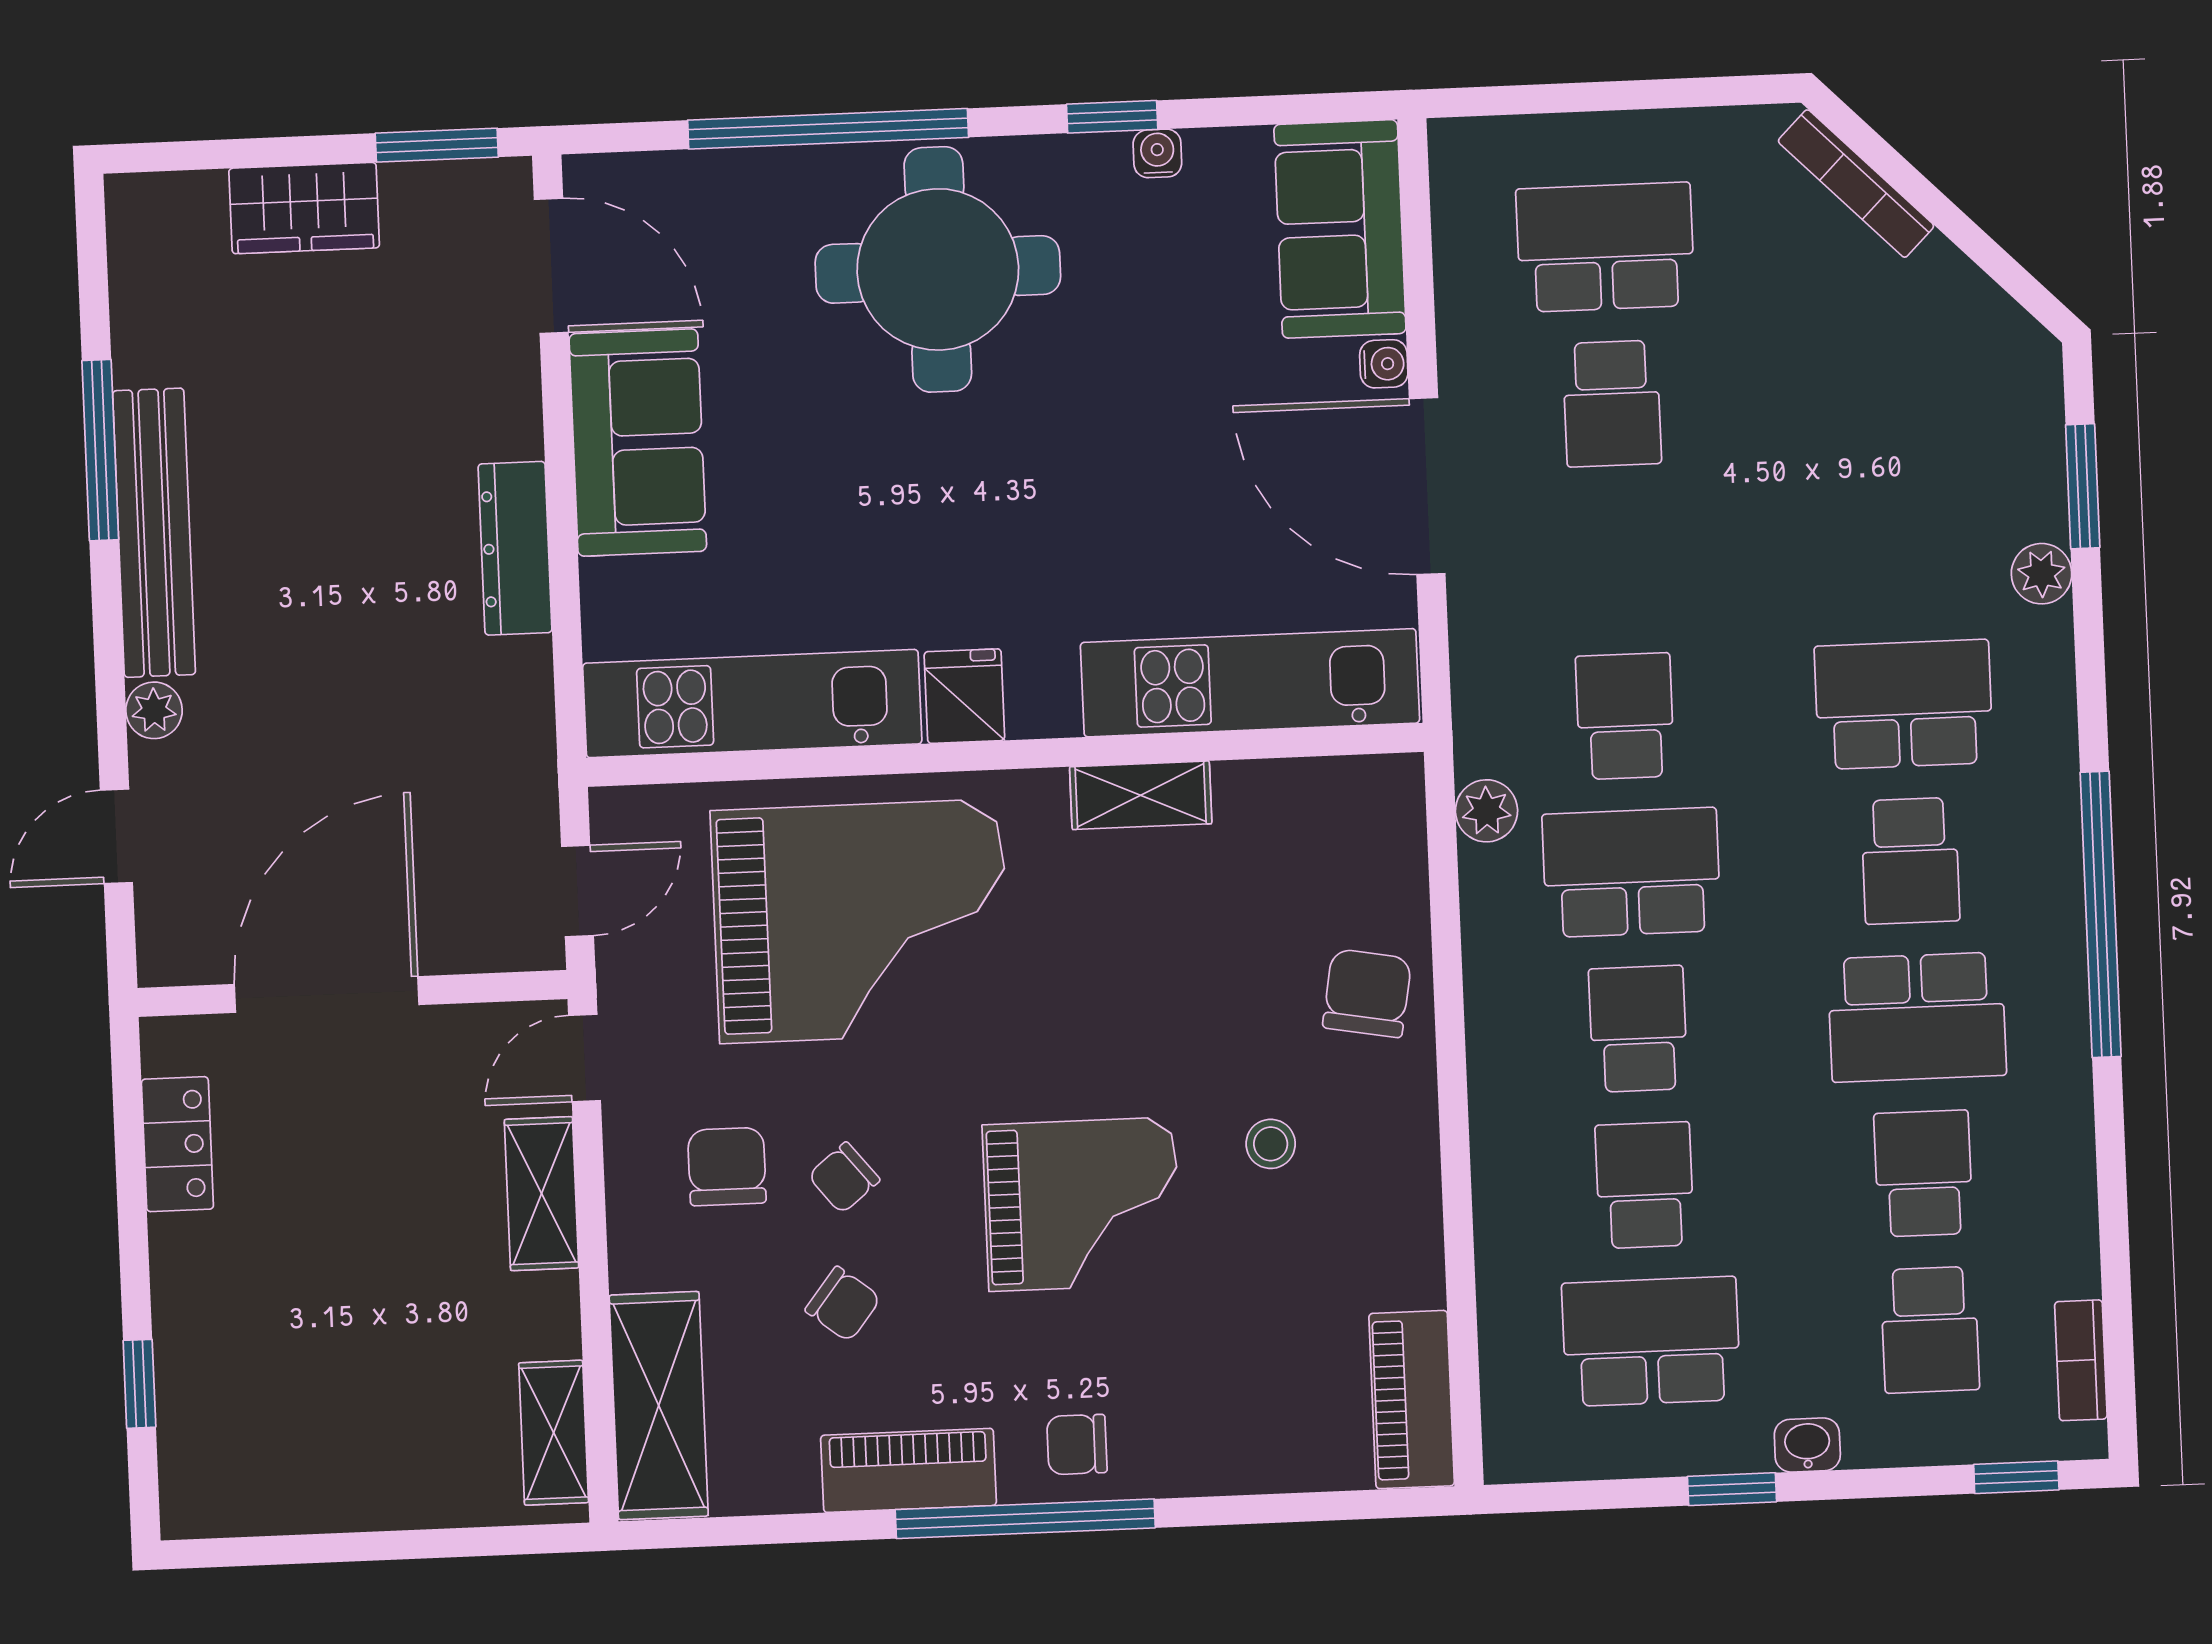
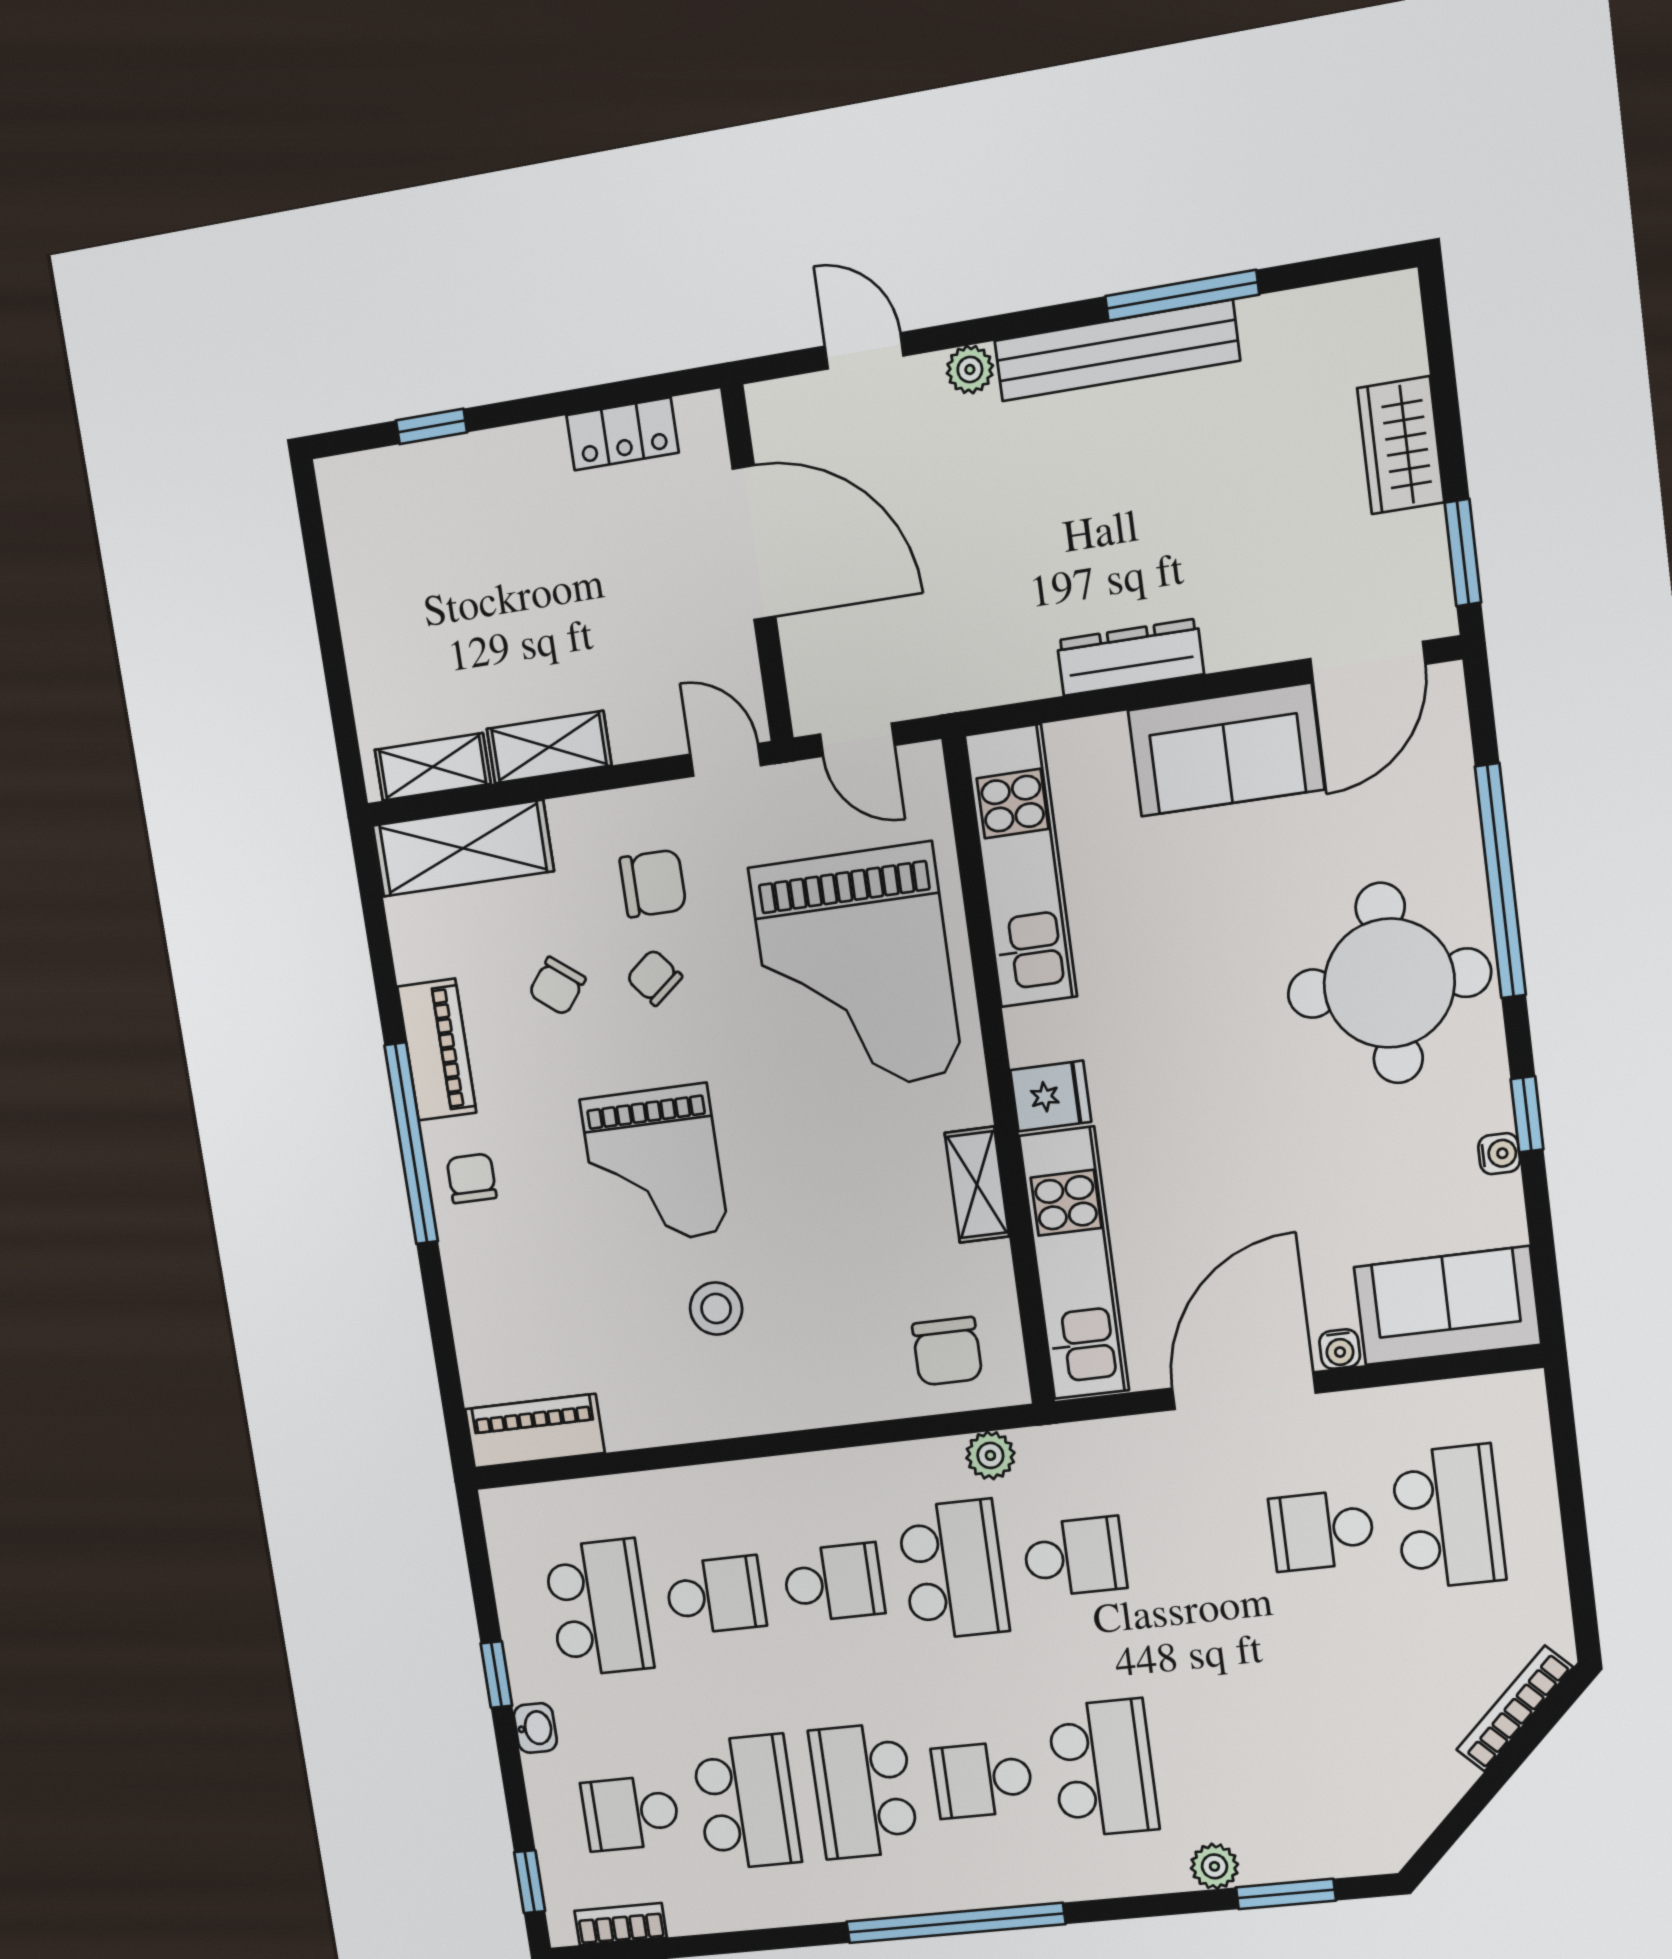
fridge: (964, 696) -> (1051, 1096), moved
chair: (1367, 993) -> (947, 1351), moved, turned 80
stool: (1271, 1144) -> (716, 1309), width x1.37, depth x1.37
school desk: (1923, 1173) -> (746, 1802), width x1.85
shelving: (542, 1194) -> (549, 747), moved

